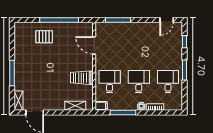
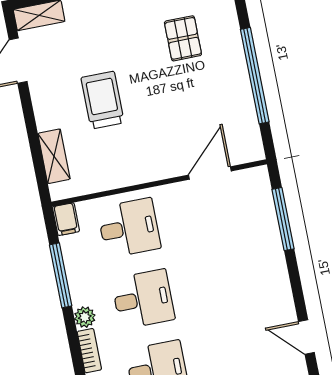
pallet: (44, 37) -> (183, 38), moved
trolley: (81, 78) -> (103, 100), moved

